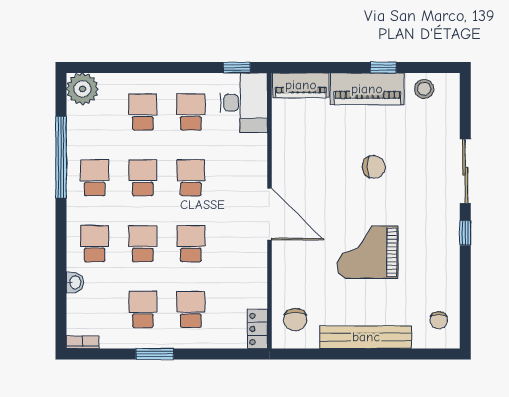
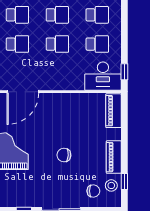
window: (383, 67) -> (124, 182), moved
piano: (367, 89) -> (114, 157), width x0.73, depth x0.75
chair: (433, 119) -> (93, 191), added
chair: (374, 167) -> (64, 155), turned 94
door: (269, 214) -> (23, 92), moved

